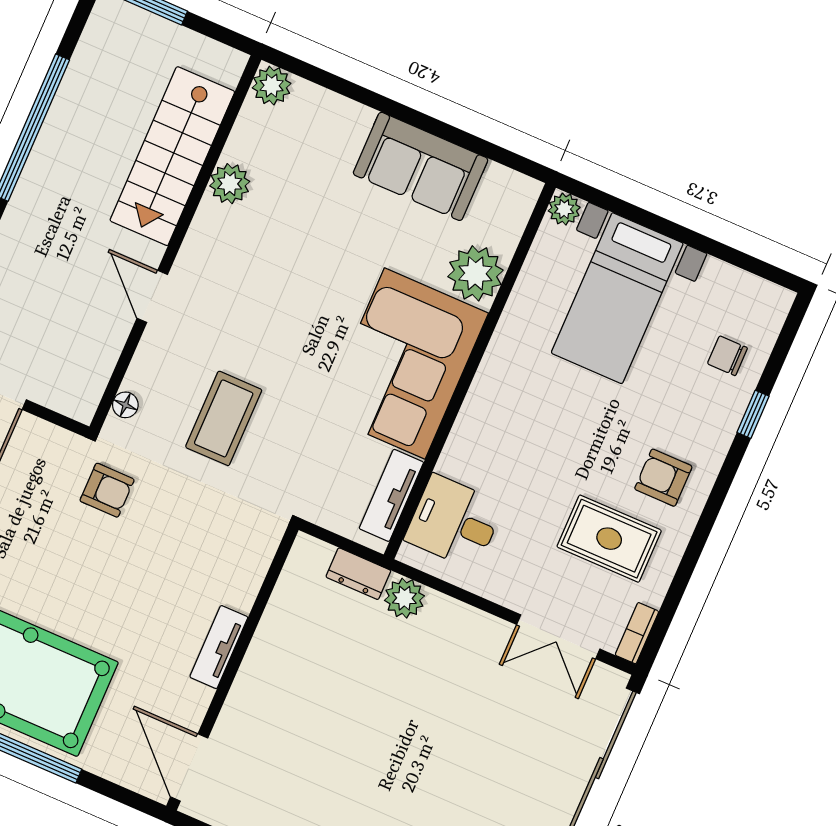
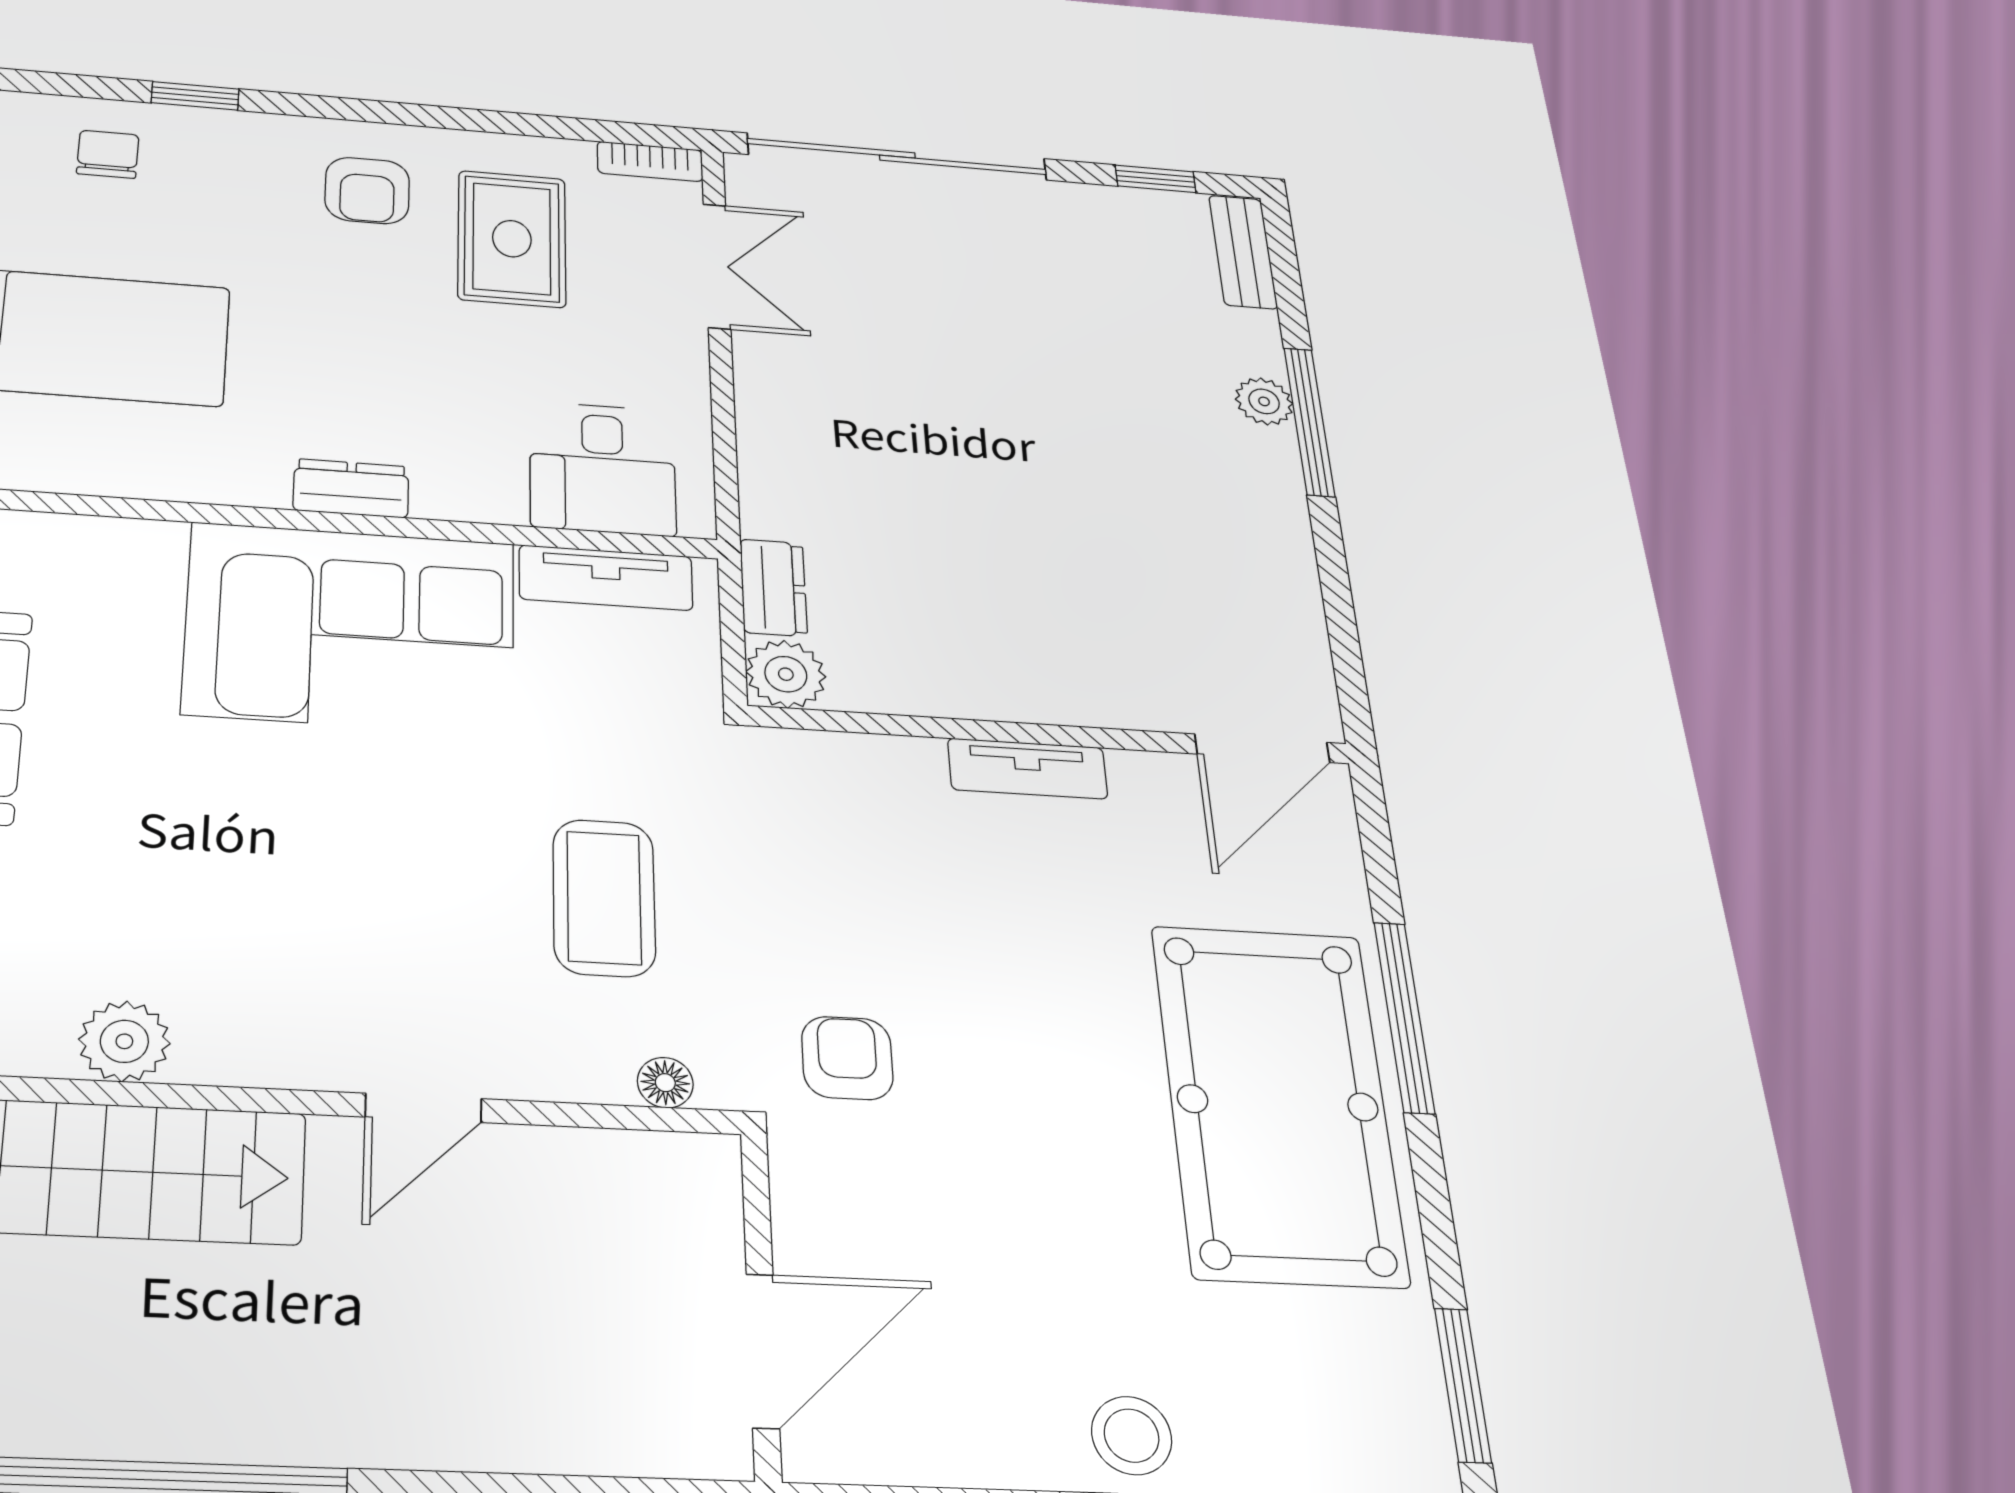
plant: (475, 273) -> (125, 564), removed
chair: (727, 356) -> (108, 154), turned 180
dresser: (483, 395) -> (351, 488), added
coffee table: (224, 418) -> (604, 898), turned 90
plant: (404, 598) -> (786, 674), moved

